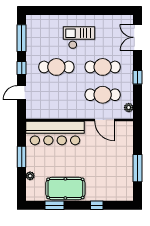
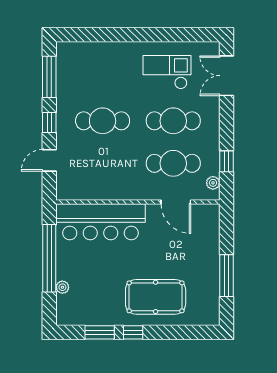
checkout: (79, 38) -> (167, 72), moved
window: (137, 77) -> (227, 161), moved
window: (22, 157) -> (49, 258), width x2.11
pool table: (65, 188) -> (156, 297), moved
window: (97, 205) -> (133, 332), moved

